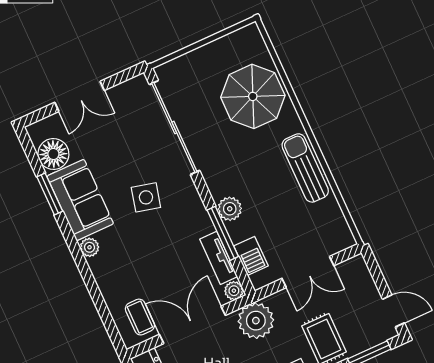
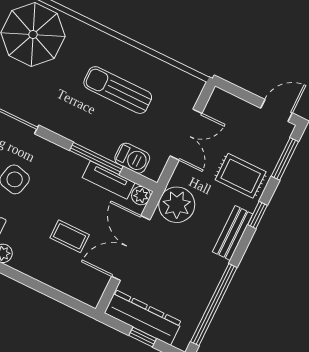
sun lounger: (305, 168) -> (118, 90), moved
plant: (230, 209) -> (86, 135), removed
coffee table: (140, 317) -> (70, 236), moved

